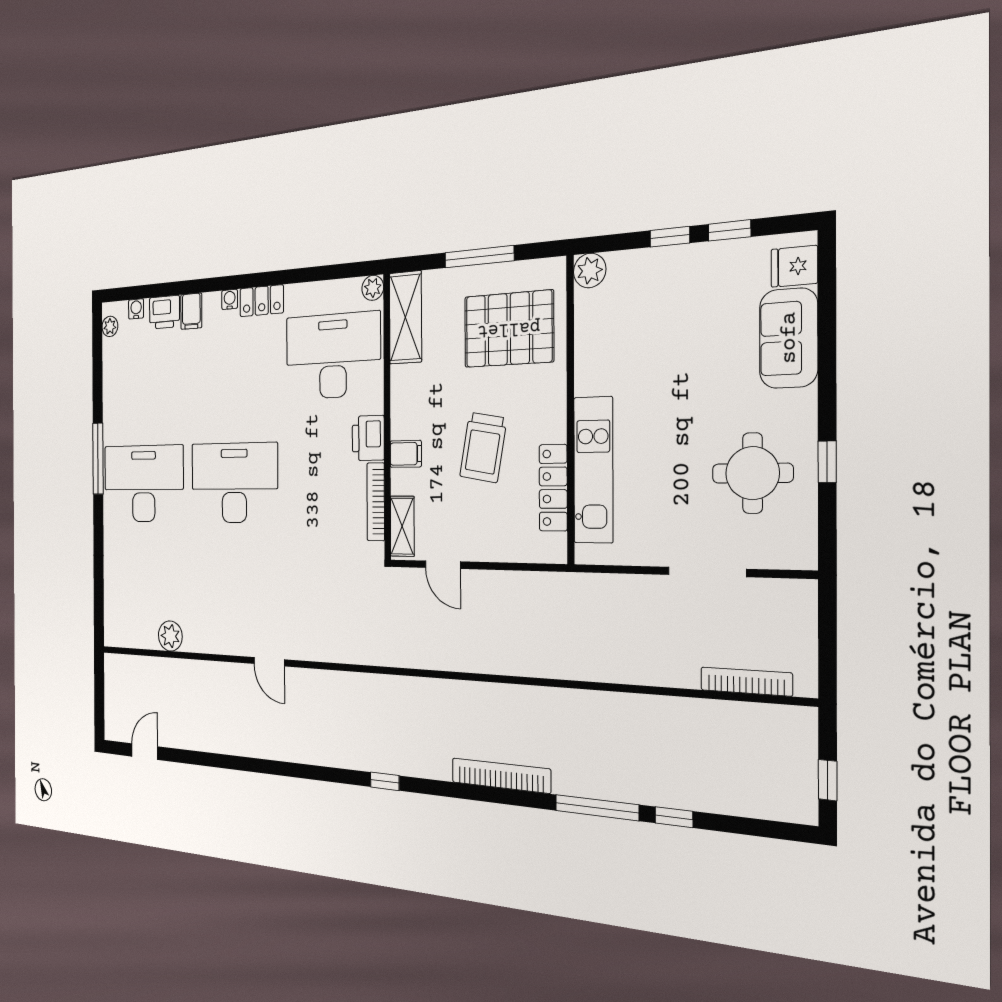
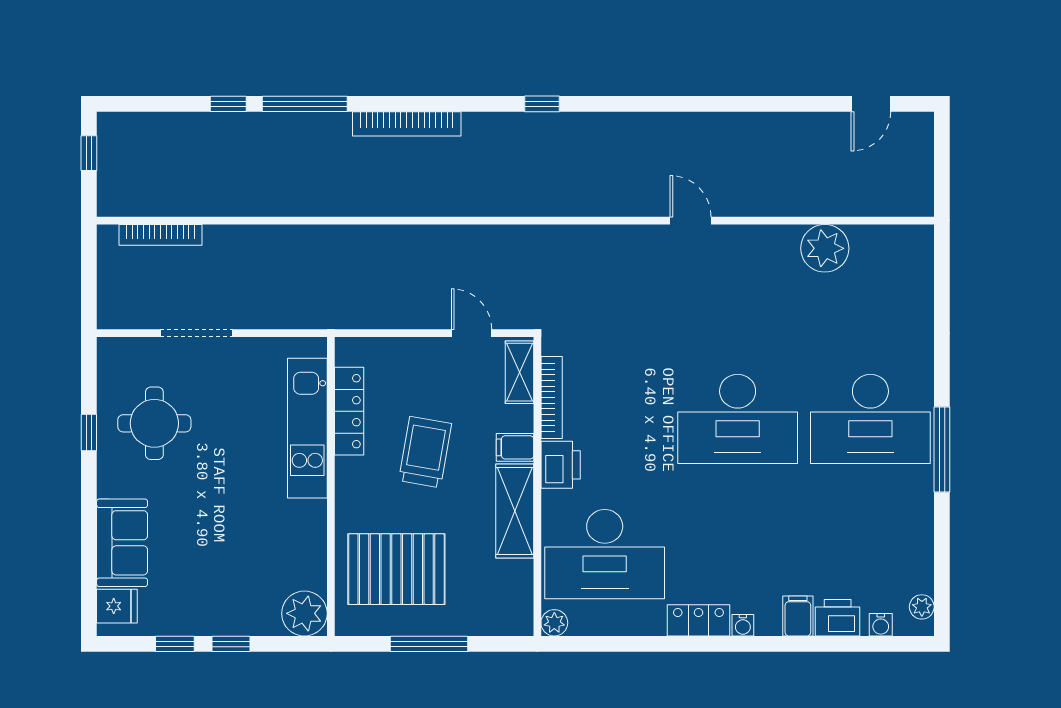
plant: (590, 270) -> (304, 613), width x1.36, depth x1.36
shelving: (405, 317) -> (515, 511), moved
plant: (170, 636) -> (825, 248), width x1.36, depth x1.36

